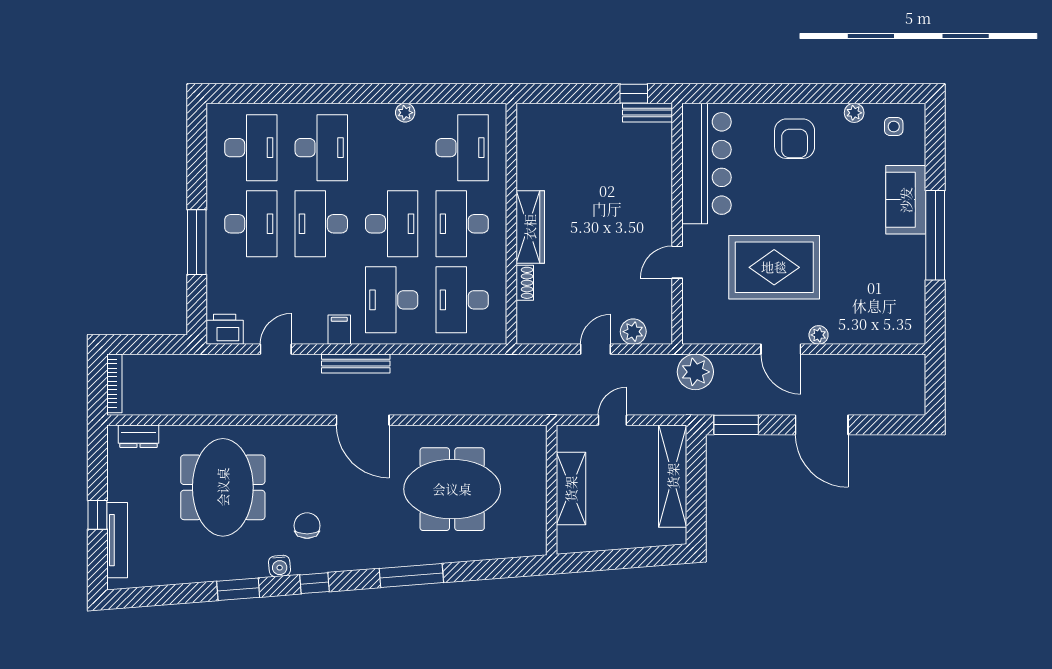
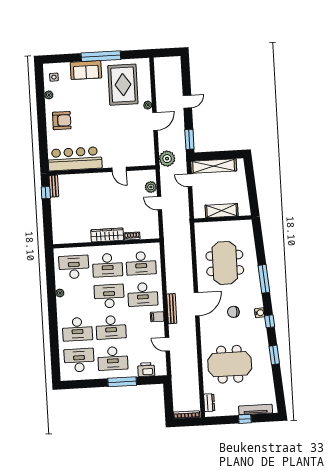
desk: (321, 148) -> (77, 329), turned 180
desk: (251, 224) -> (113, 358), turned 180
rug: (774, 267) -> (123, 85), moved
printer: (225, 329) -> (146, 369), moved, turned 90
door: (612, 420) -> (190, 180), moved
door: (822, 425) -> (187, 102), width x0.53
chair: (307, 526) -> (233, 312), moved
water cooler: (280, 566) -> (260, 313), moved

